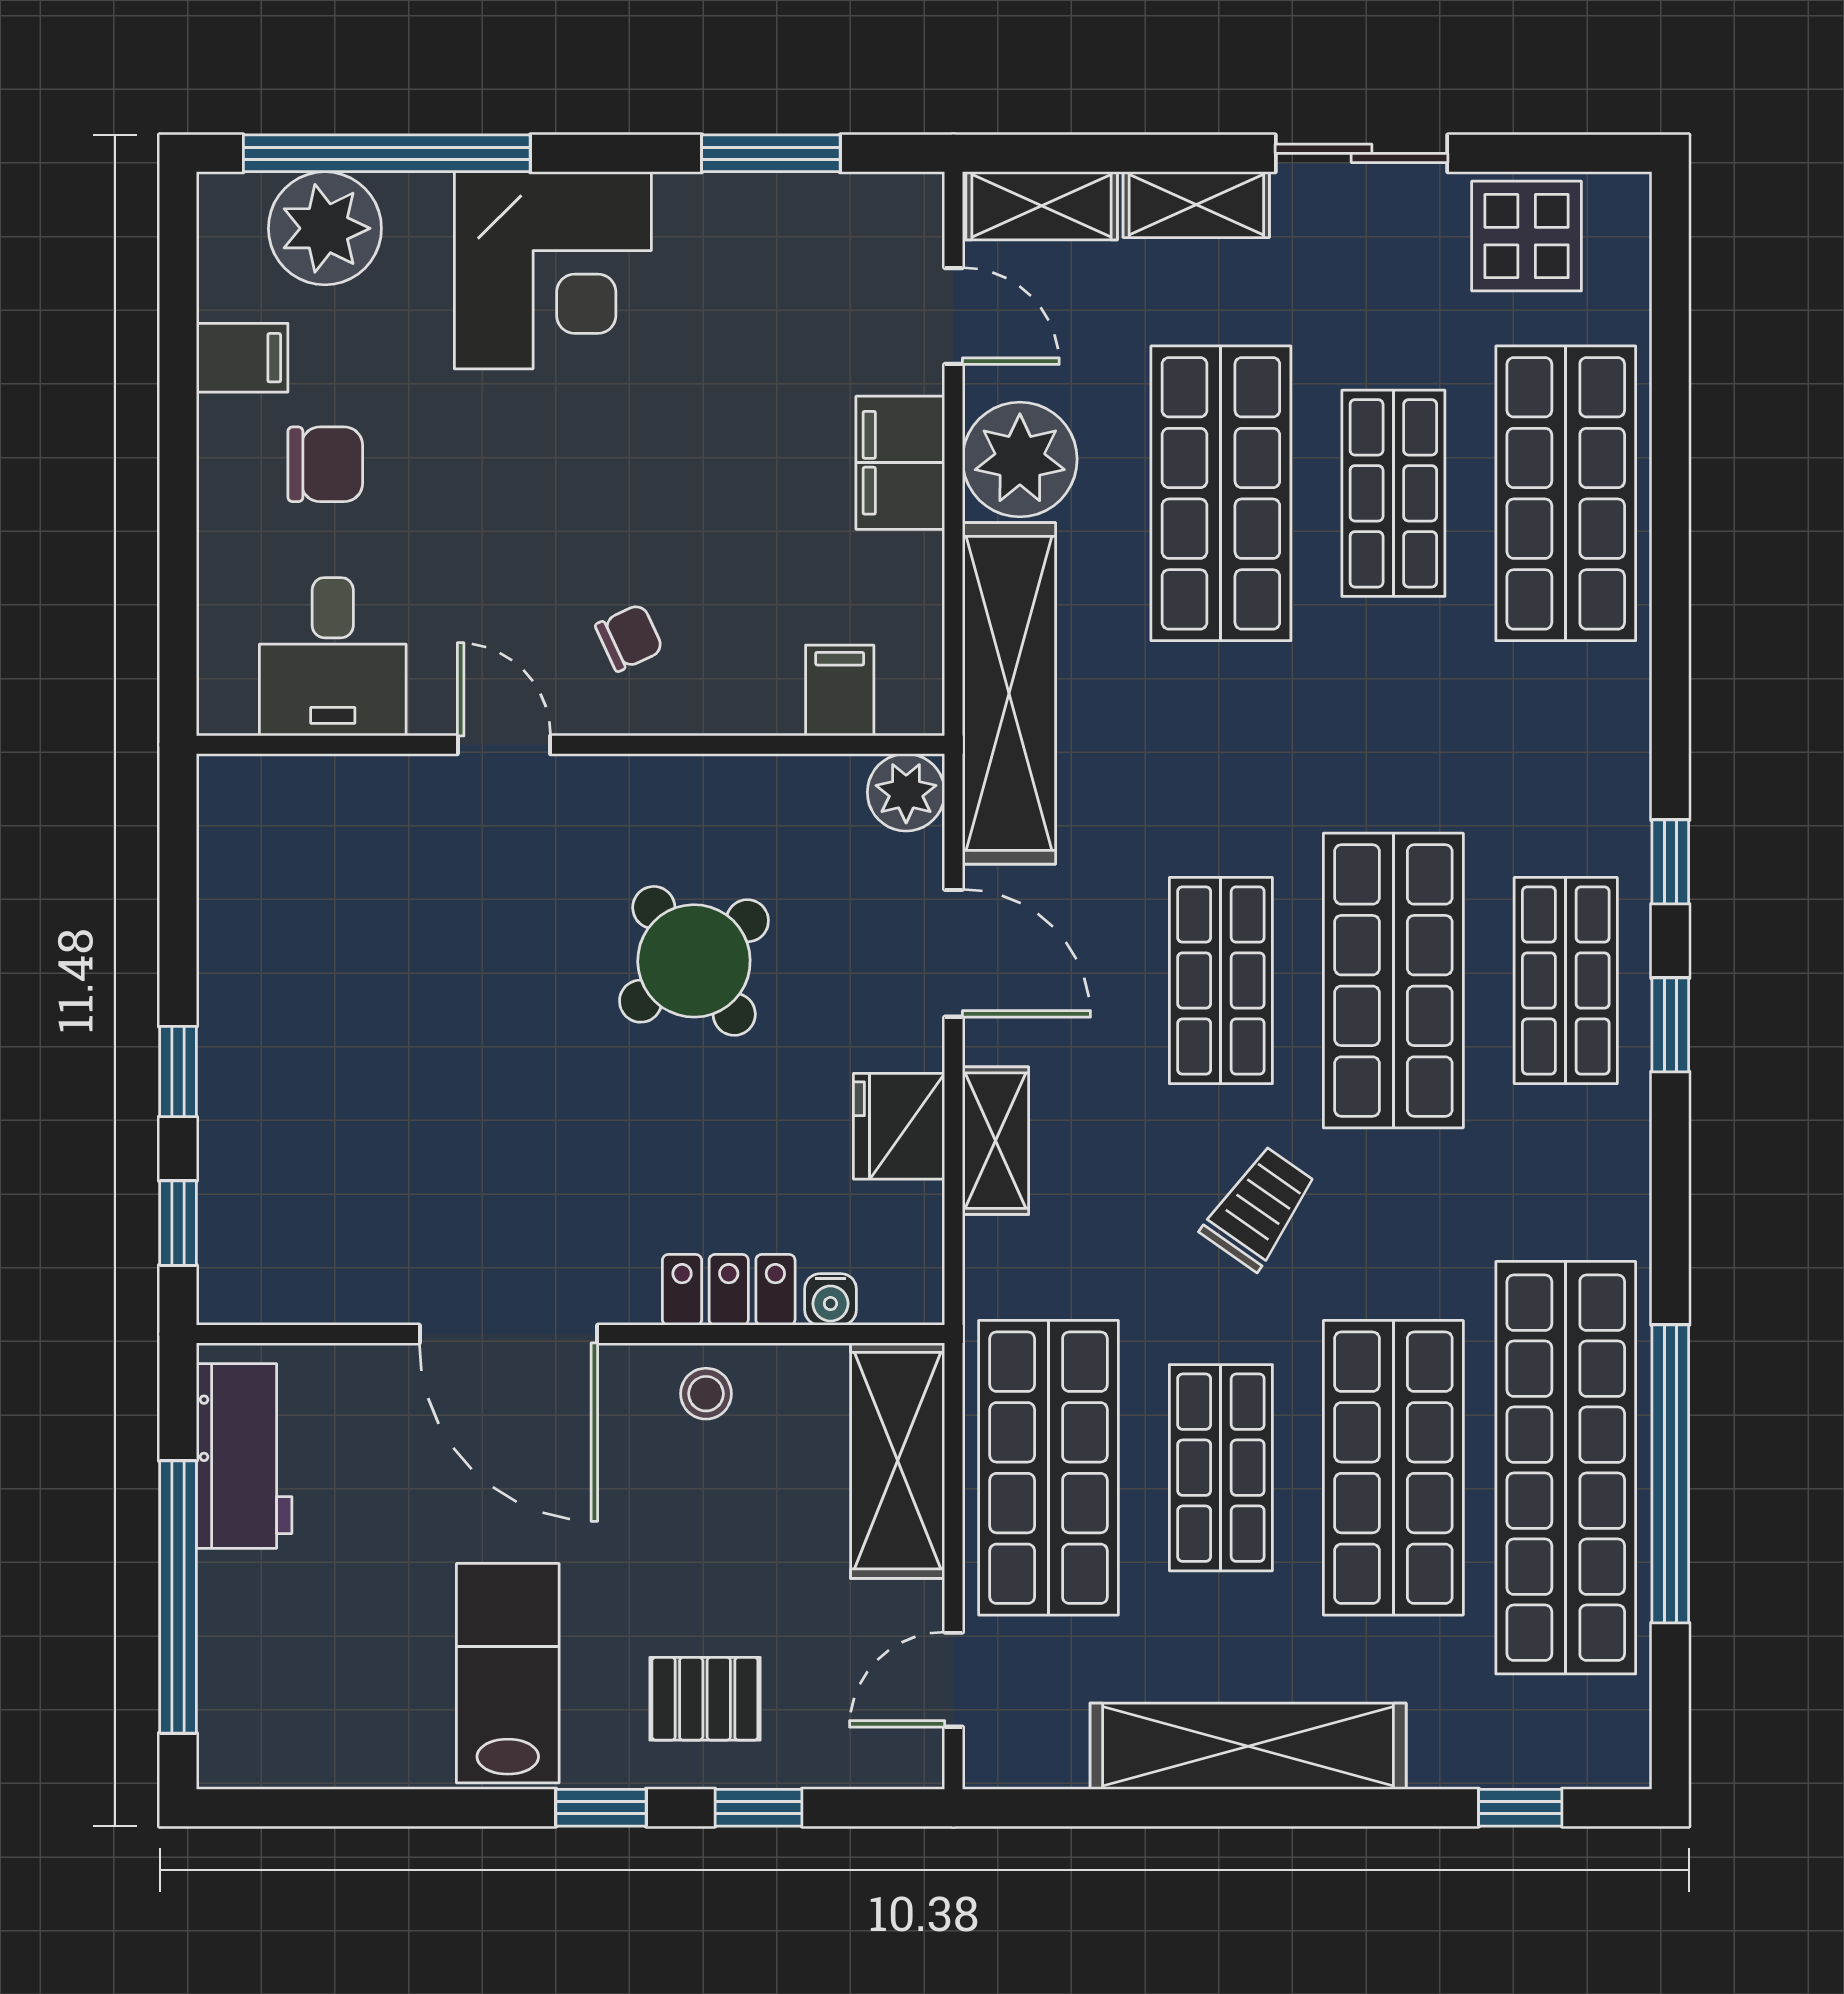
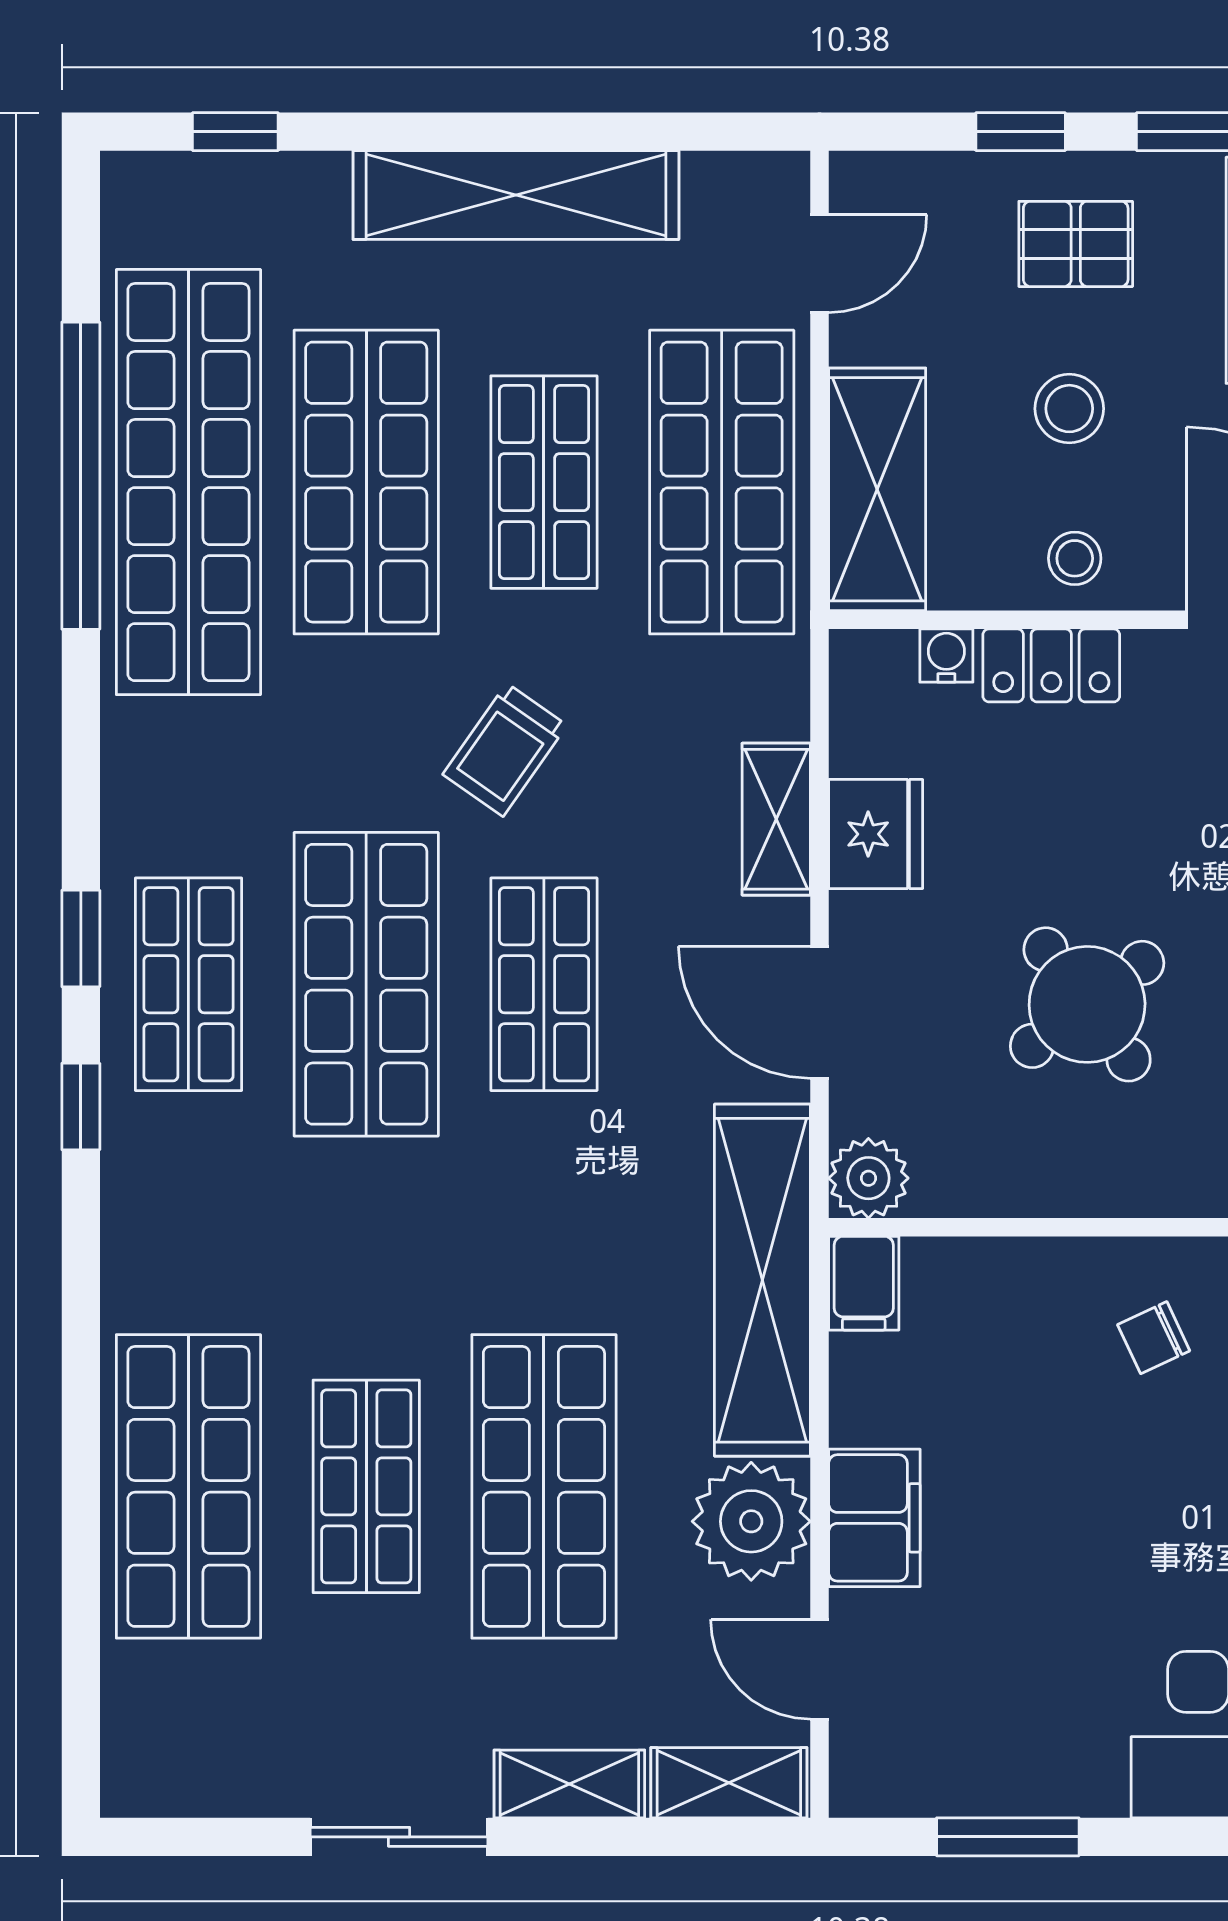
display table: (1527, 236) -> (229, 1752), removed
filing cabinet: (840, 691) -> (864, 1283), moved
stool: (711, 1539) -> (1069, 409), added

